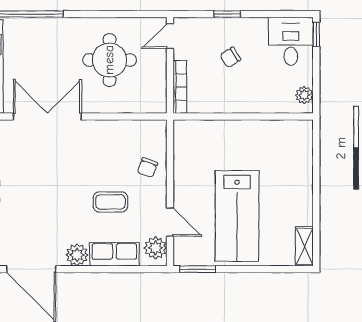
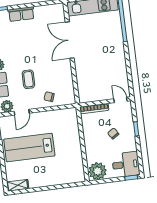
round table: (109, 60) -> (104, 69), removed
plant: (304, 95) -> (98, 171), width x1.87, depth x1.87
double door: (47, 116) -> (70, 40), swing flipped

